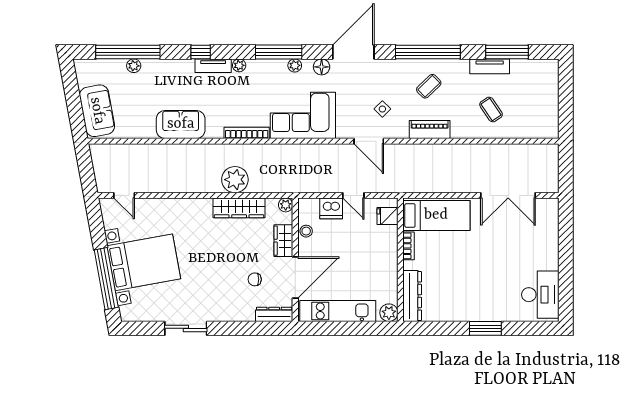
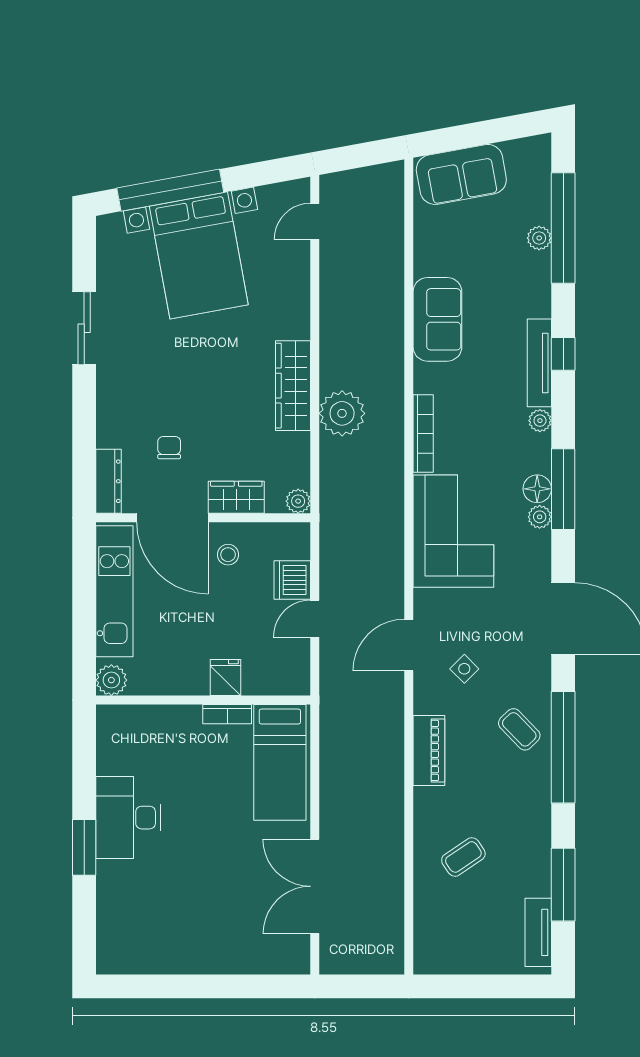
tv unit: (213, 66) -> (539, 363), width x1.41
tv unit: (490, 66) -> (538, 932), moved
floor lamp: (322, 67) -> (537, 489), moved
coffee table: (429, 86) -> (519, 729), moved
wardrobe: (239, 208) -> (293, 386), moved
fridge: (387, 216) -> (225, 678), moved
stool: (306, 231) -> (228, 555), moved
desk: (540, 295) -> (128, 818), moved, turned 90
dresser: (412, 296) -> (140, 720), removed

